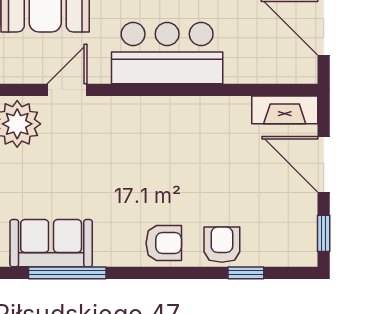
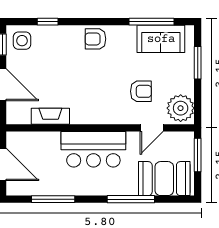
fireplace: (285, 110) -> (50, 116), moved
side table: (290, 240) -> (22, 41), added
armchair: (222, 245) -> (141, 91), moved, turned -90

